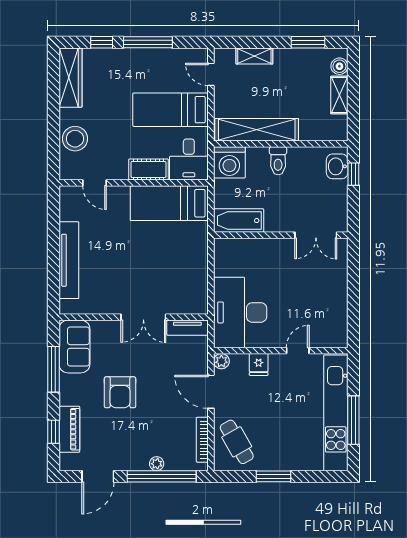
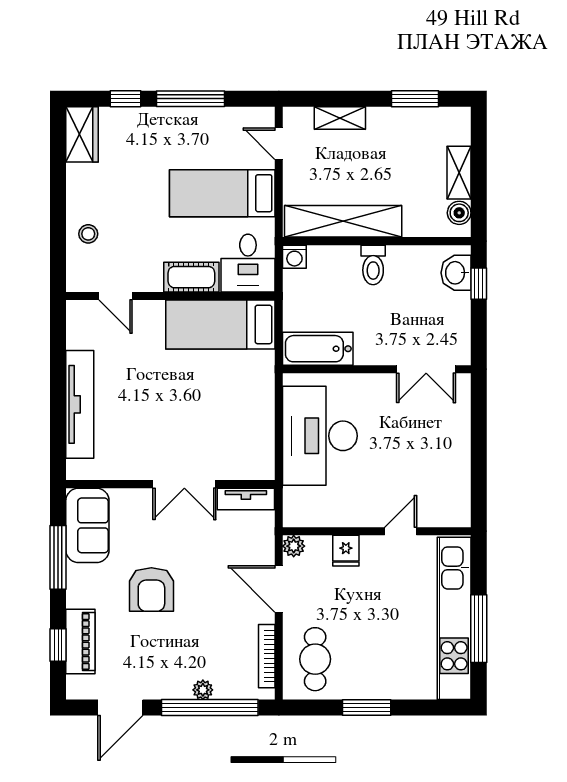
boiler: (339, 66) -> (459, 213), moved
wardrobe: (70, 78) -> (82, 134), width x0.67
stool: (75, 139) -> (88, 234), width x0.53, depth x0.53
washing machine: (229, 162) -> (294, 257), width x0.53, depth x0.53
desk: (240, 312) -> (320, 436), moved
cafe table: (237, 442) -> (315, 659), turned 30

